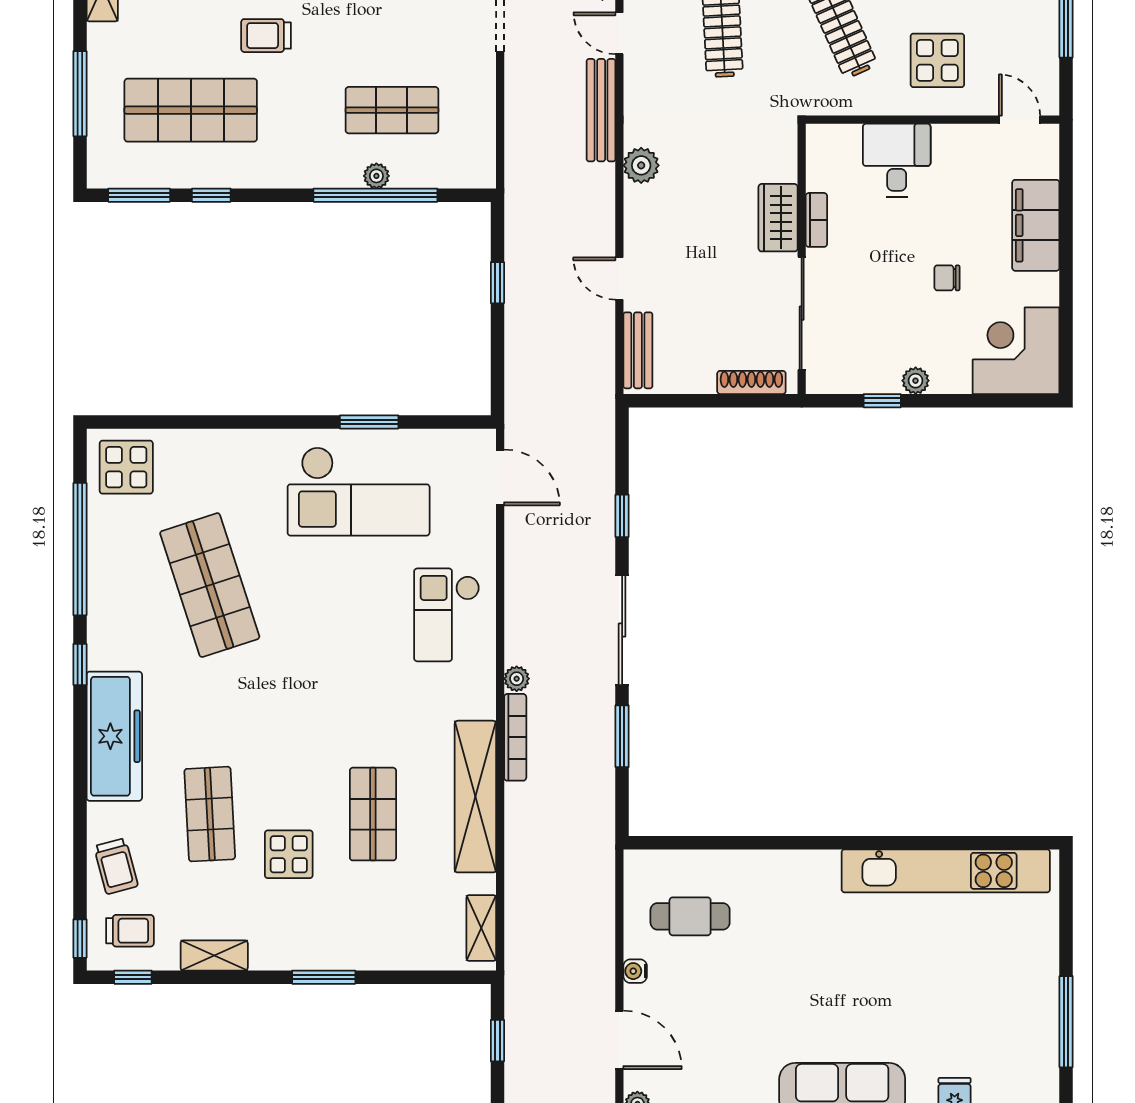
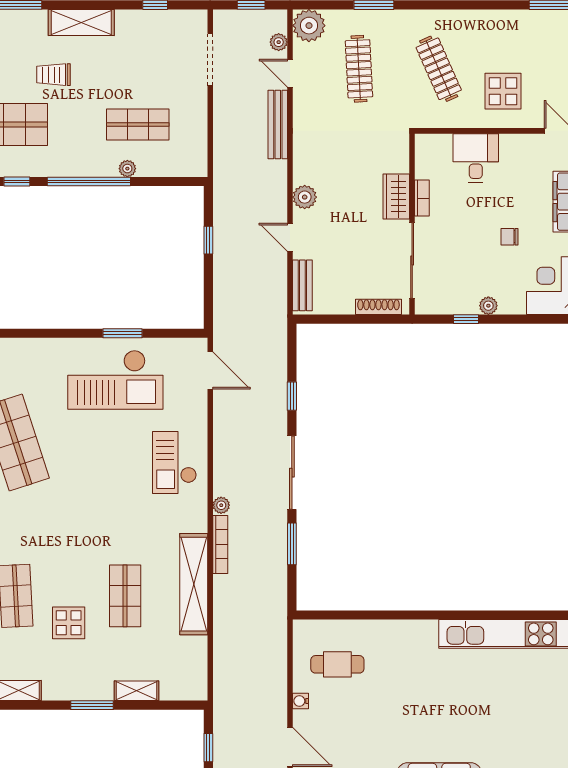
plant: (641, 165) -> (305, 197), moved
window: (375, 195) -> (89, 182), moved
shelving: (481, 928) -> (137, 691), moved, turned 90

